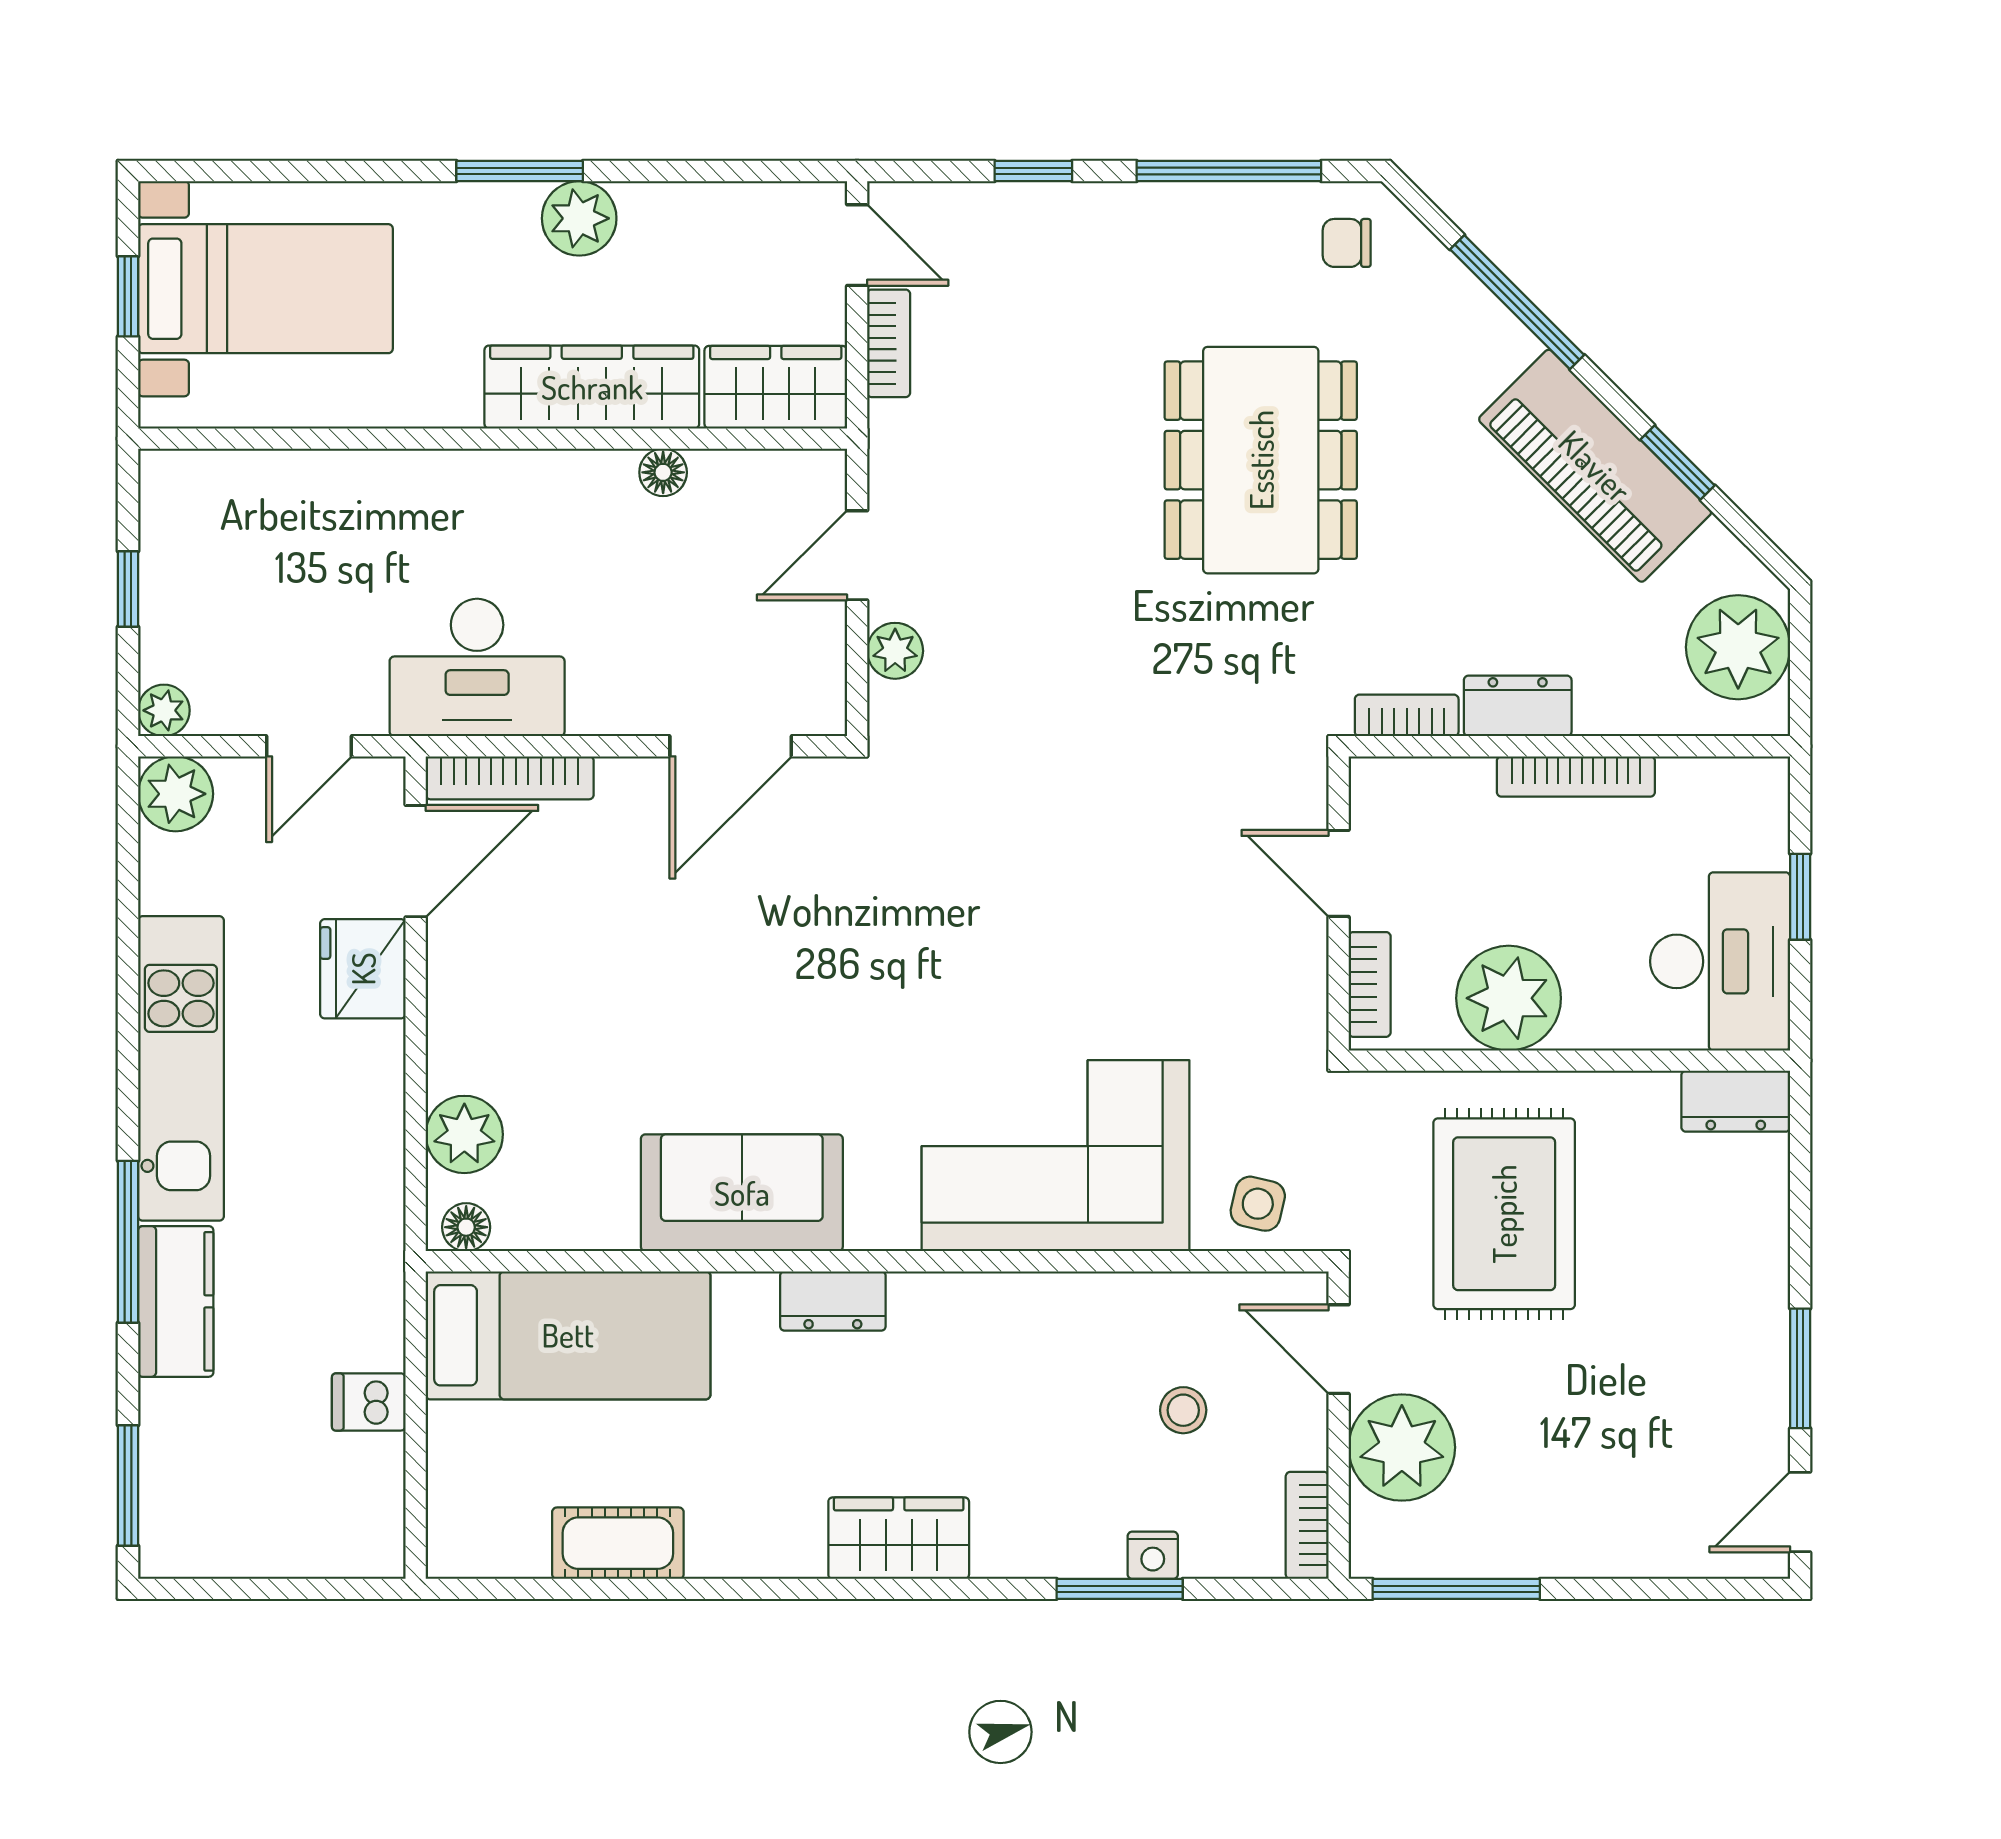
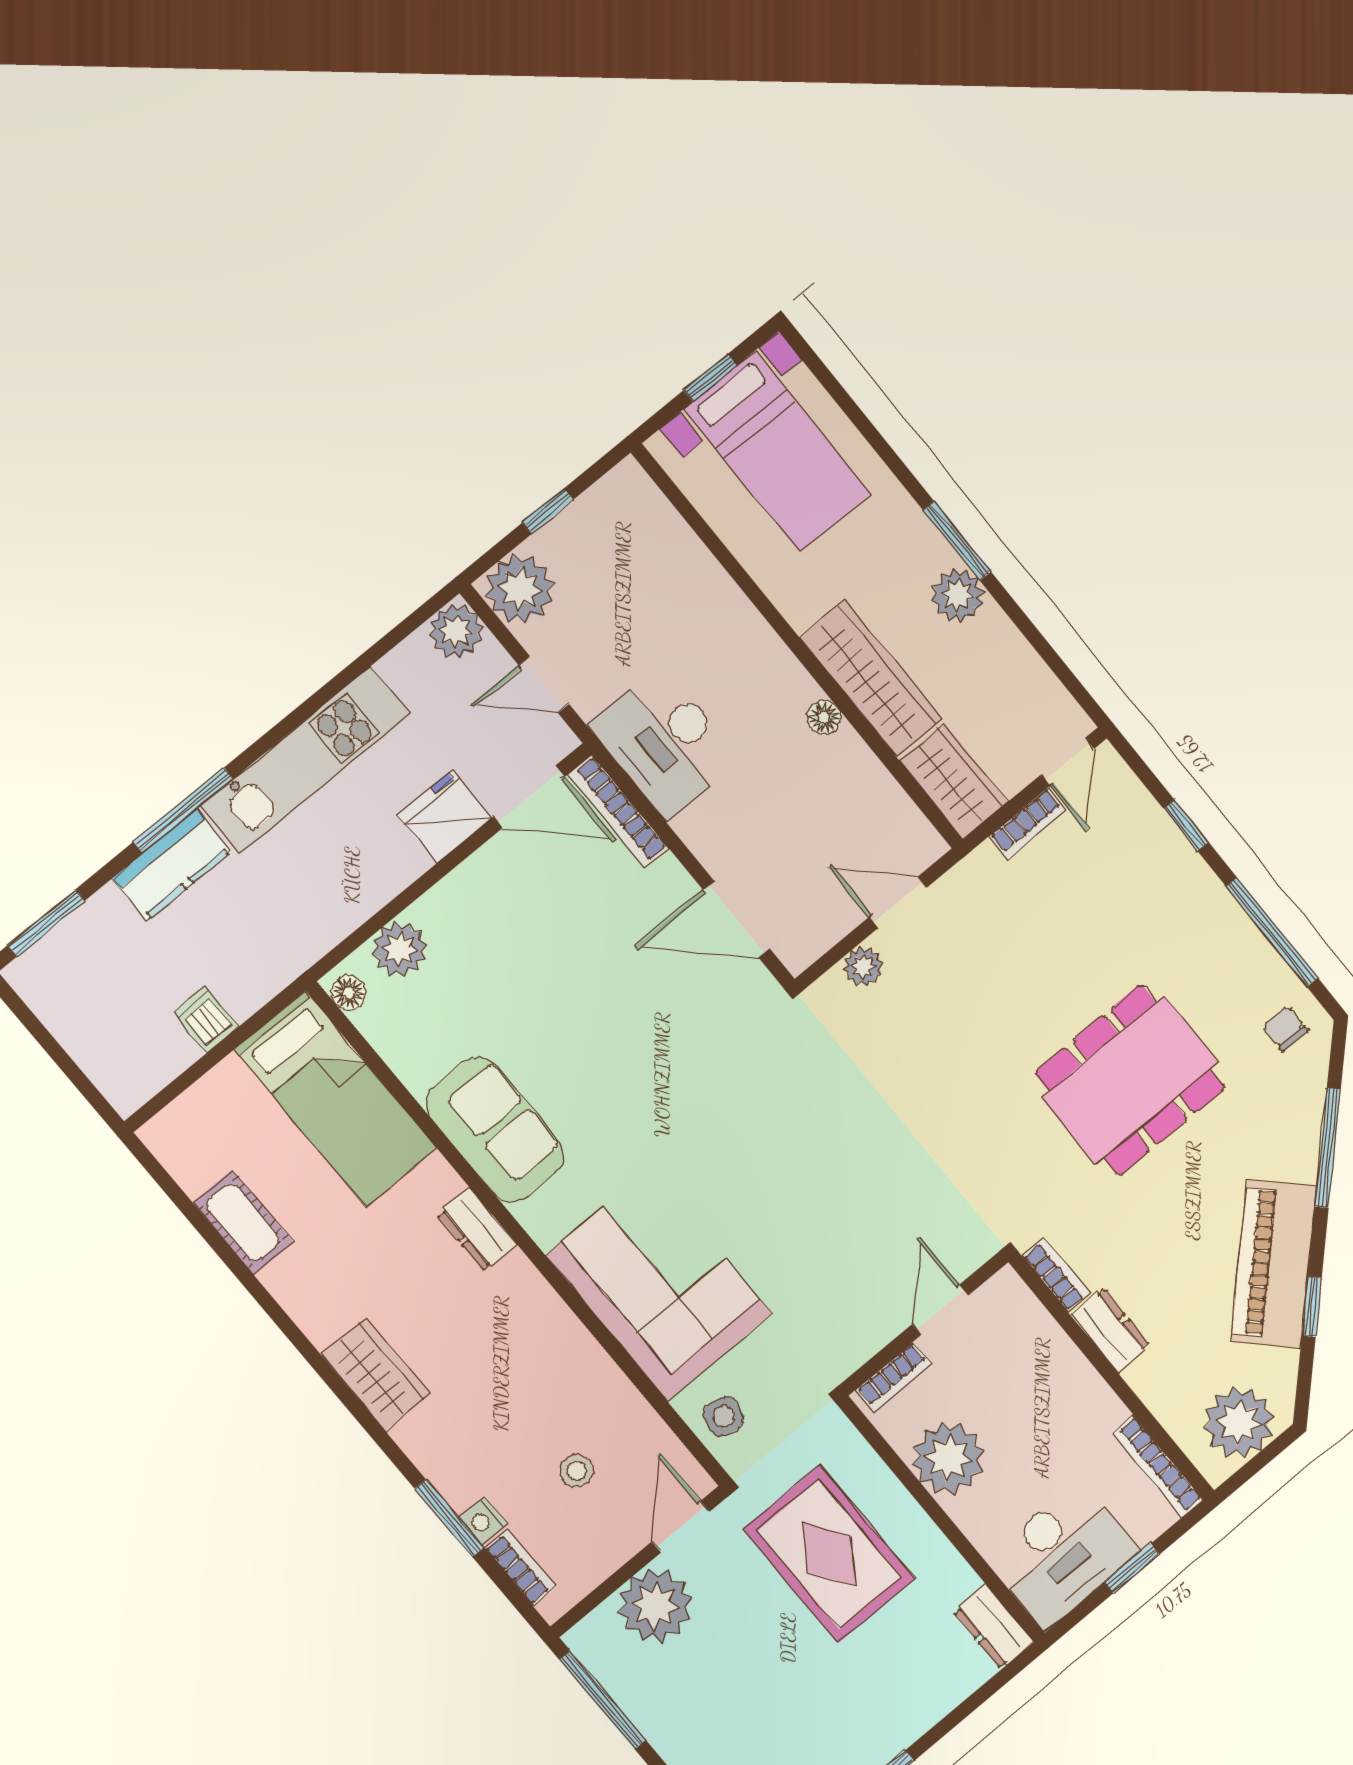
floor lamp: (663, 472) -> (824, 717), moved
plant: (164, 710) -> (520, 589), width x1.88, depth x1.88
bookcase: (1576, 776) -> (1158, 1466), moved
rug: (1504, 1214) -> (829, 1554), turned 90
bookcase: (1307, 1525) -> (520, 1567), moved, turned 90

